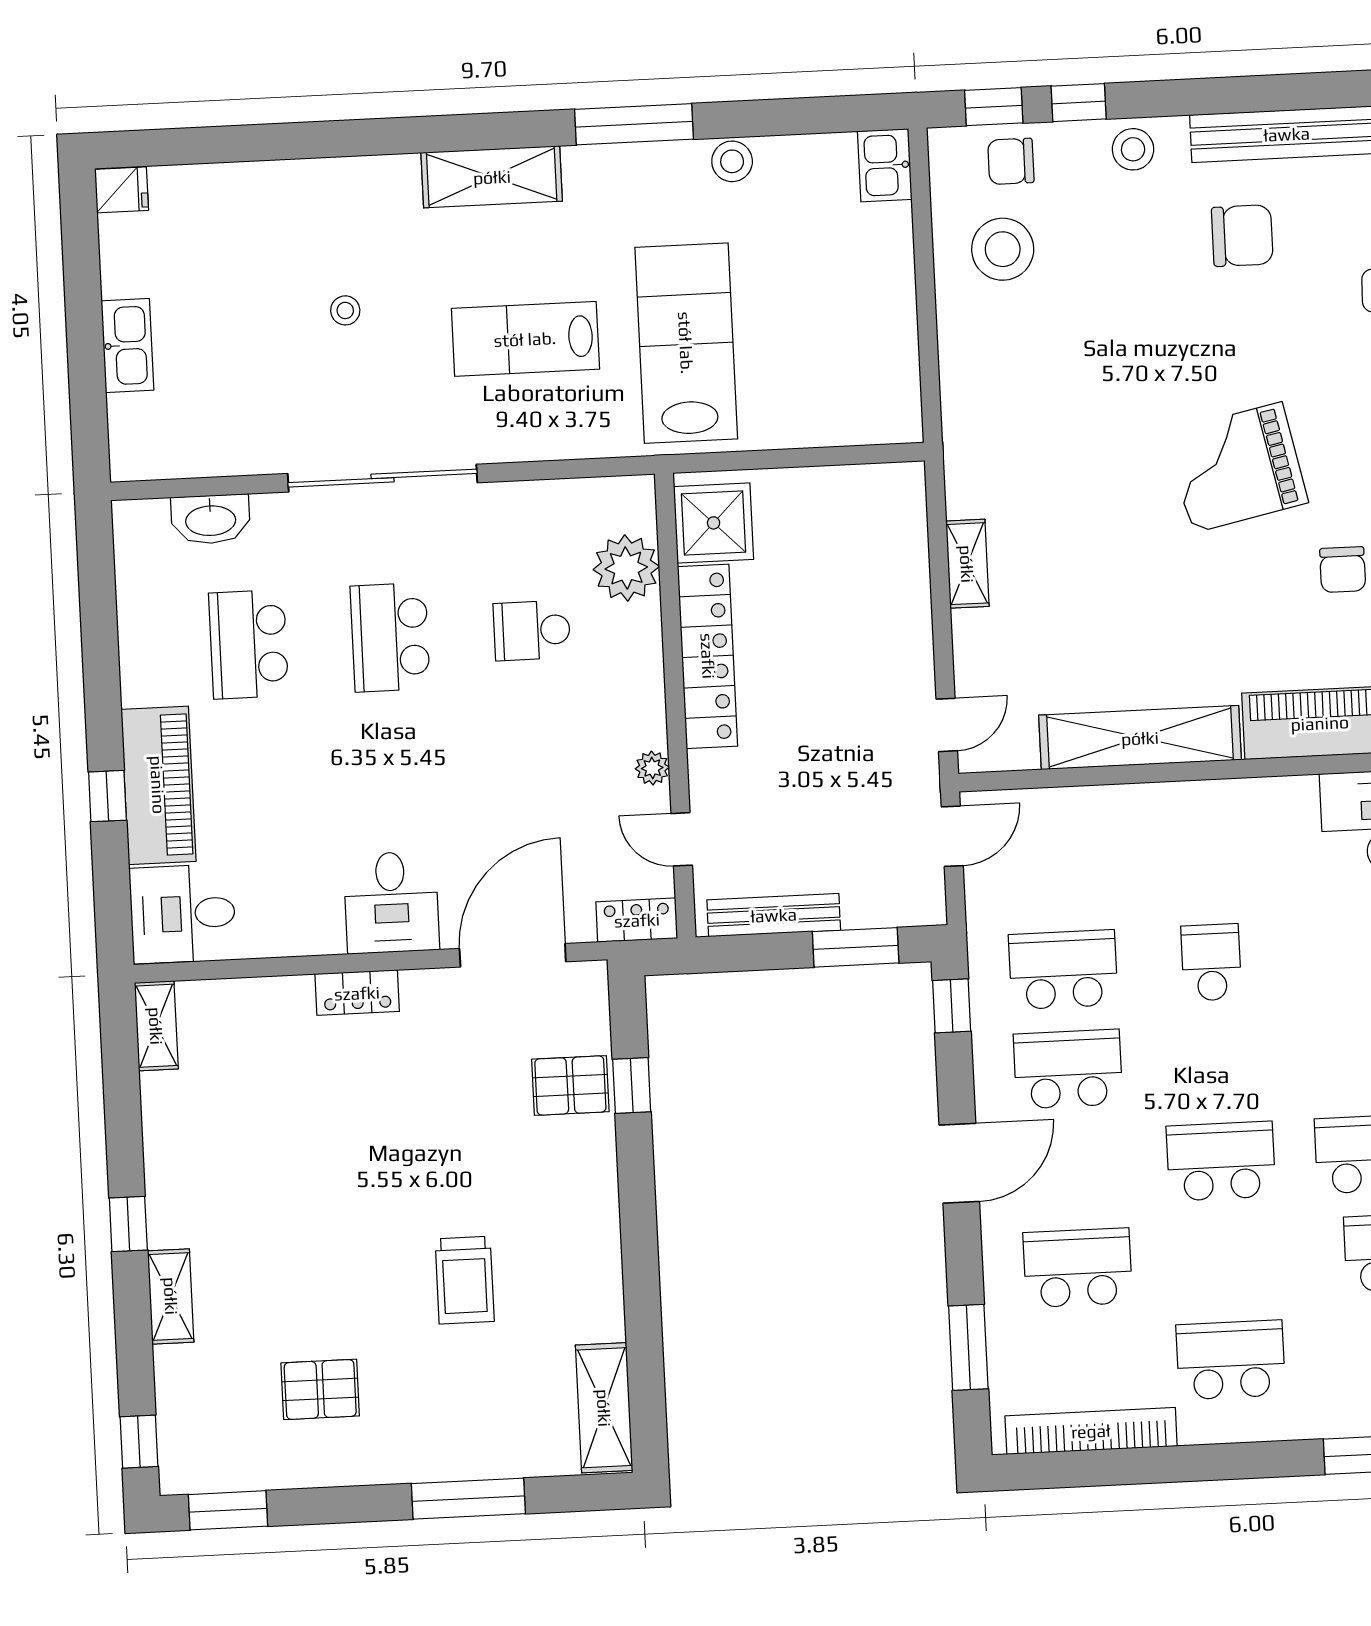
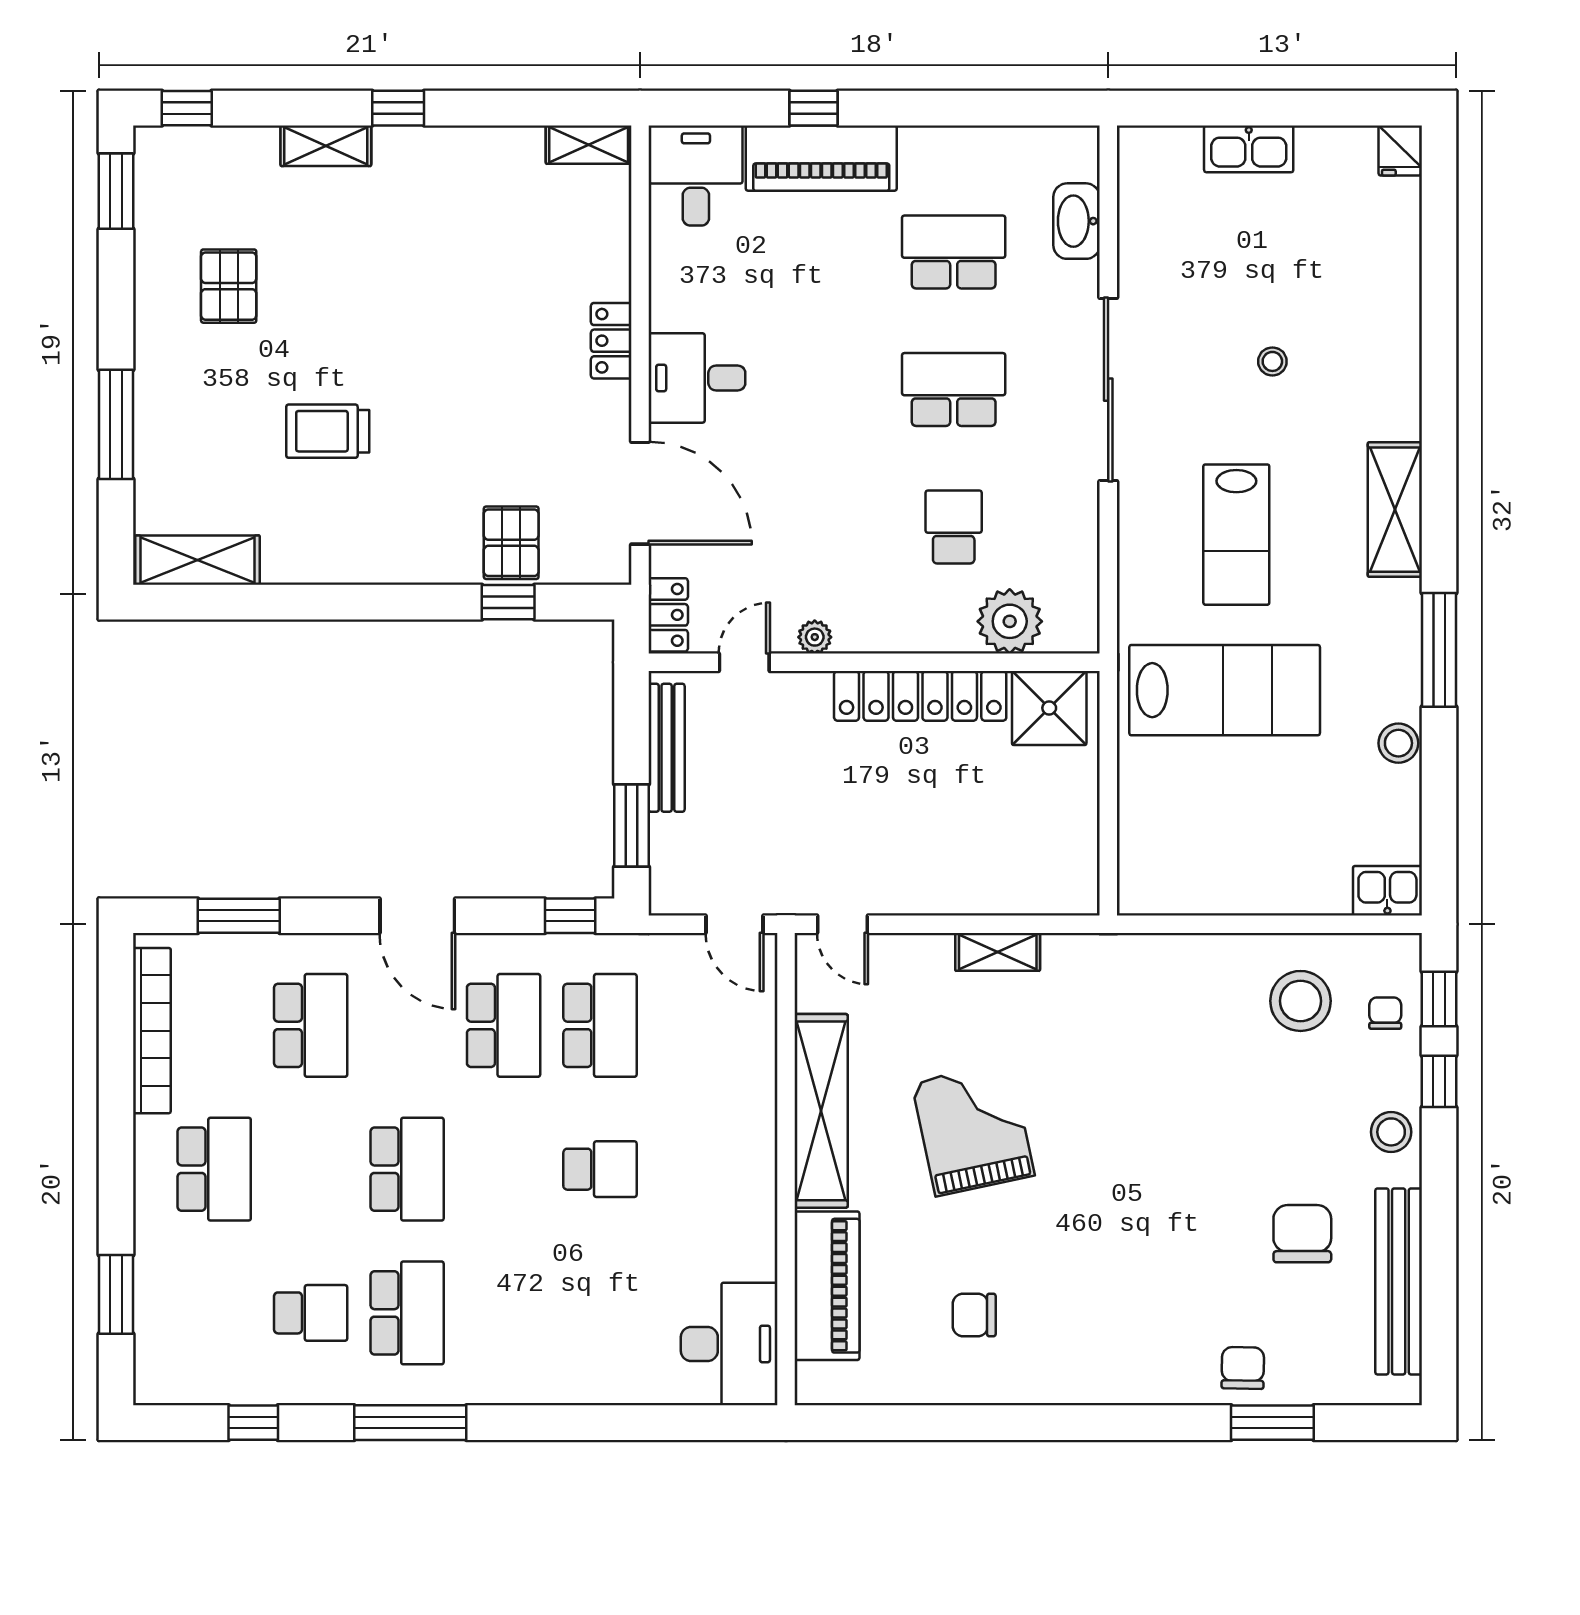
chair: (1011, 161) -> (1385, 1013), width x0.73, depth x0.73
chair: (1242, 236) -> (1302, 1234), turned 180
lab bench: (525, 339) -> (1236, 535), turned 180
grand piano: (1237, 468) -> (973, 1129), moved

